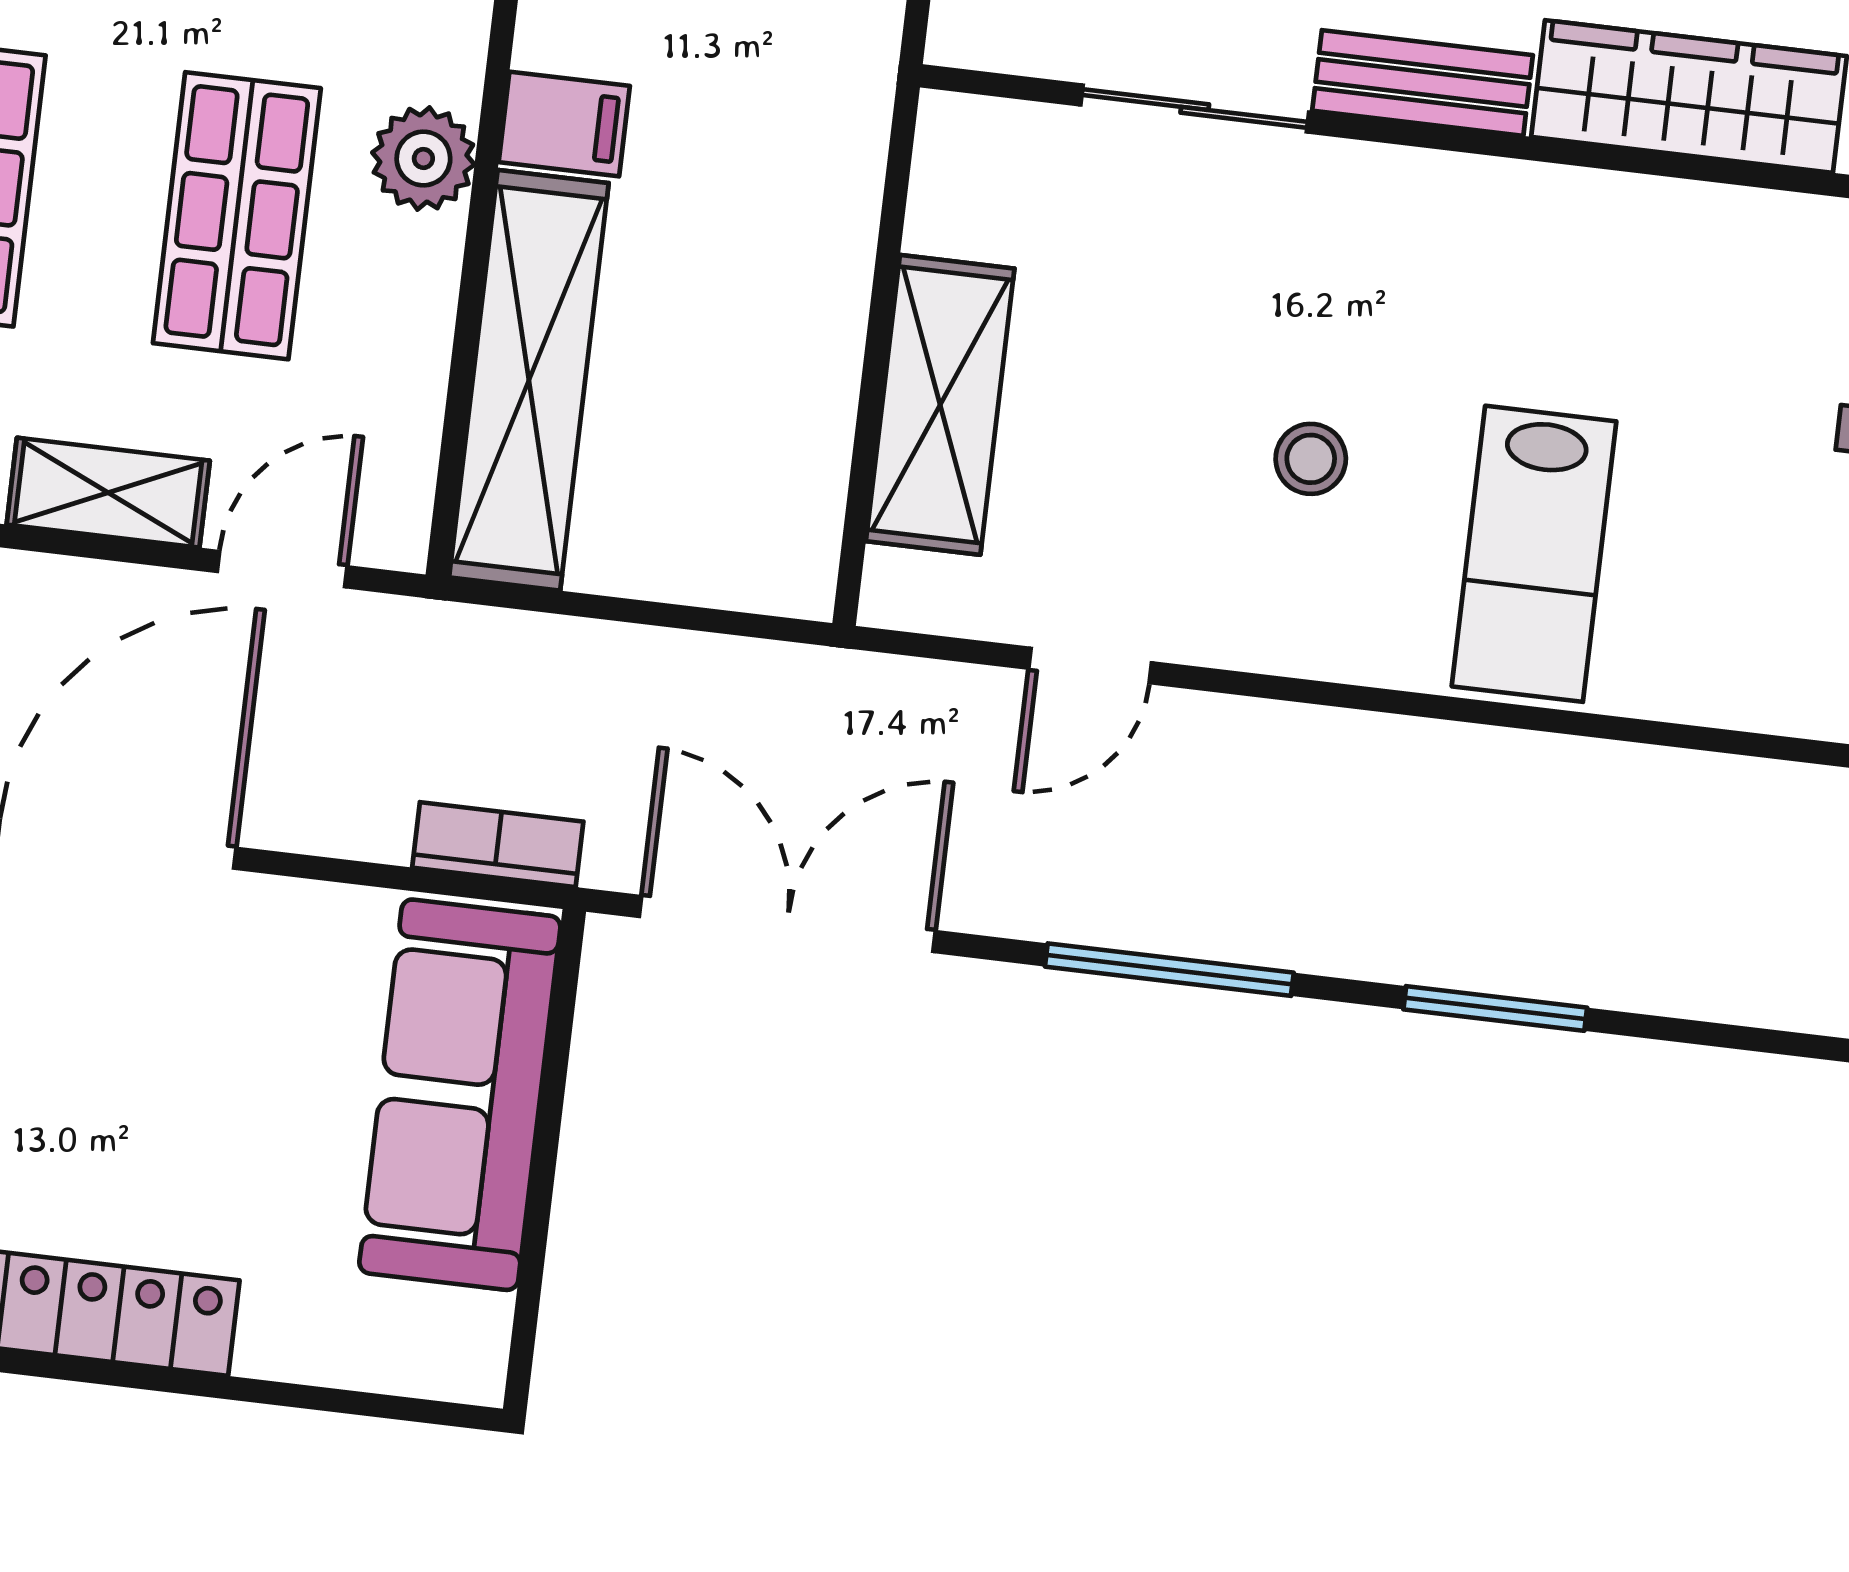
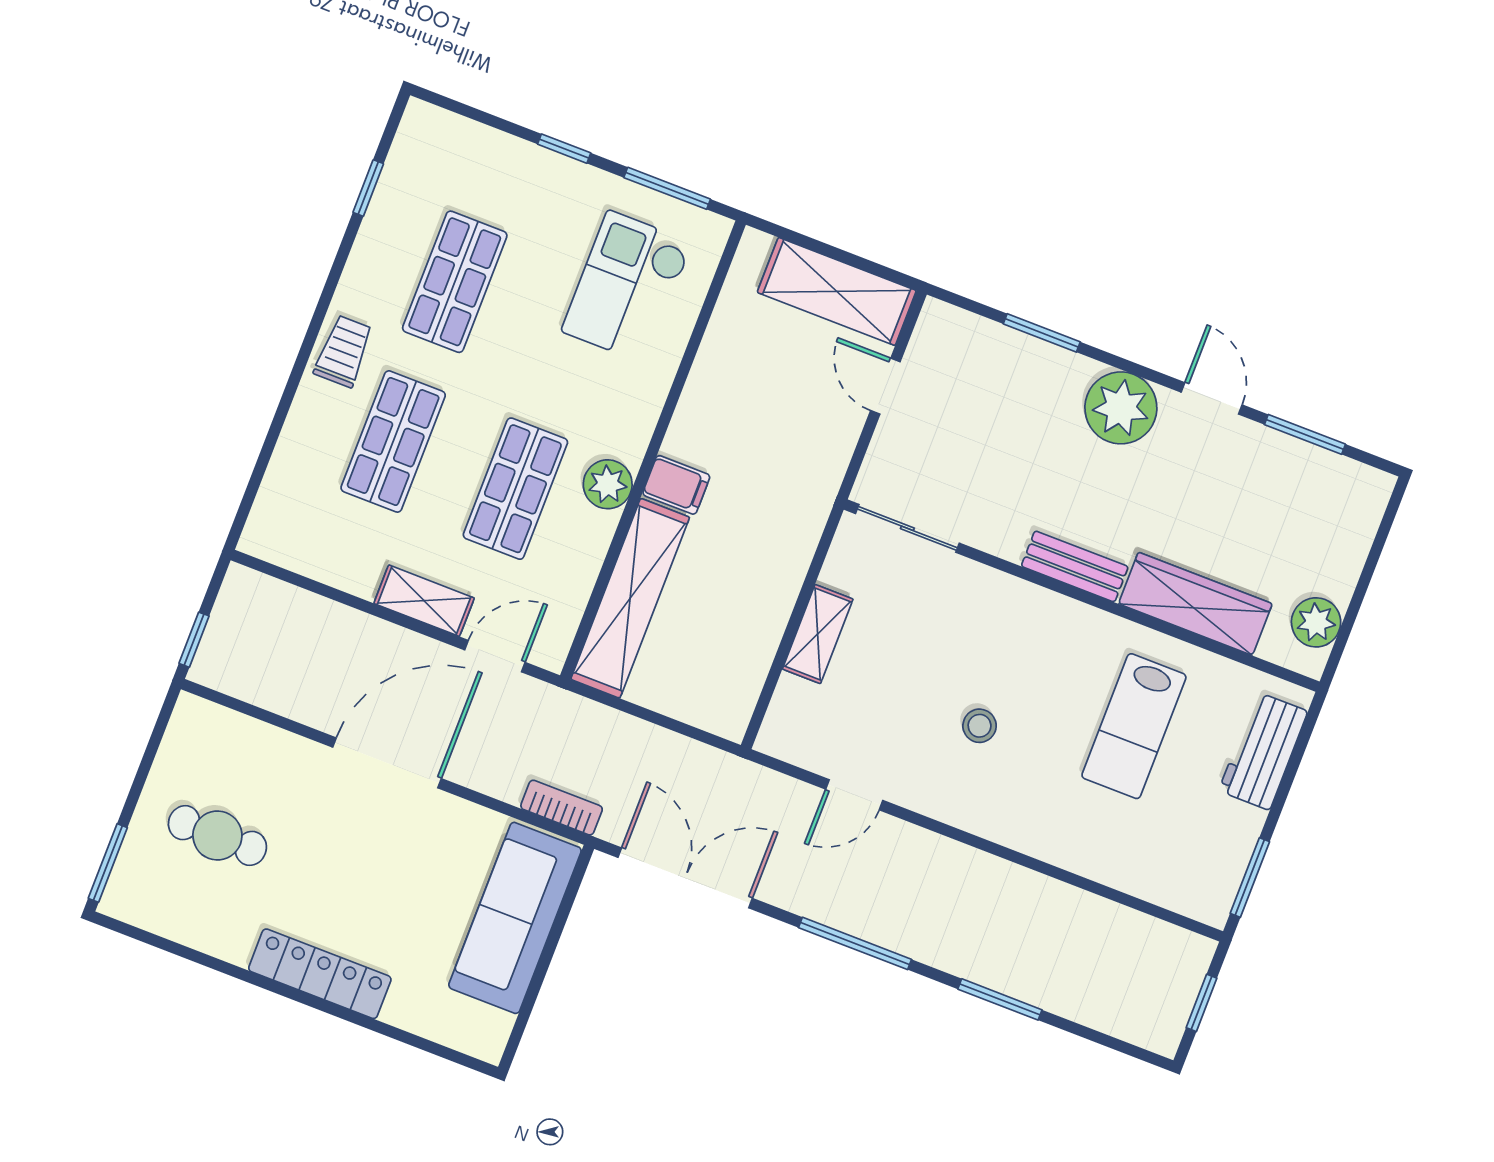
sliding door: (1195, 108) -> (907, 528), moved
shelving: (940, 405) -> (818, 634), width x0.67, depth x0.75
lab bench: (1534, 554) -> (1134, 726), moved

